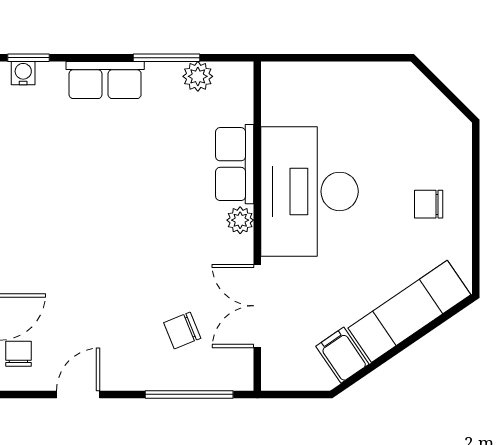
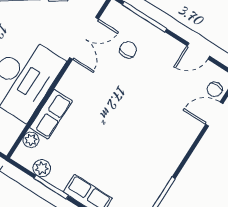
plant: (240, 220) -> (31, 140), moved
chair: (182, 330) -> (128, 50), turned -68

